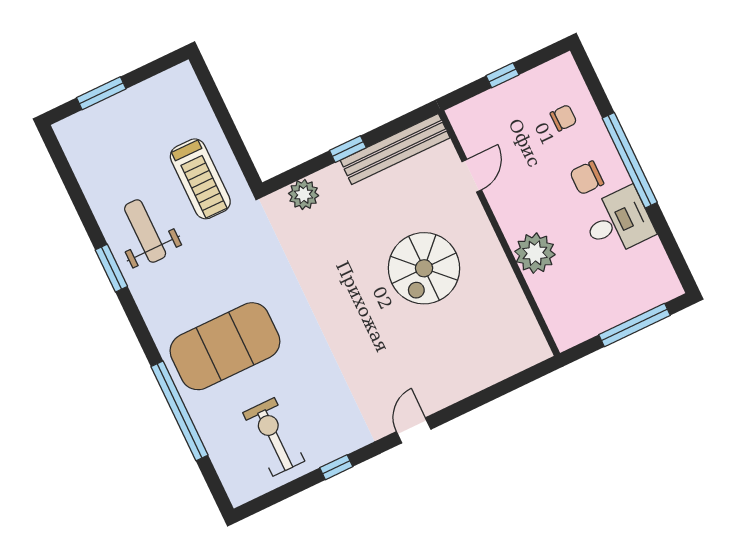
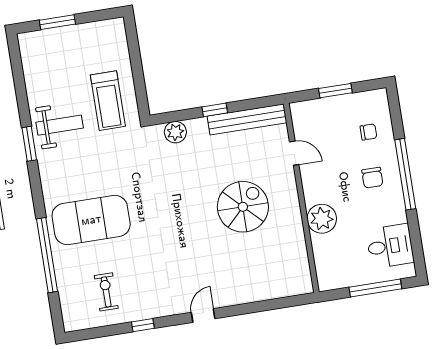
window: (502, 75) -> (335, 91), width x1.50
door: (472, 176) -> (294, 153), hinge flipped
chair: (587, 178) -> (372, 178), turned -90
desk: (618, 222) -> (390, 246), moved
weight bench: (145, 231) -> (60, 125), turned 90
spiral stairs: (424, 268) -> (243, 207), turned 180
exercise bike: (274, 437) -> (106, 292), width x0.73, depth x0.72

